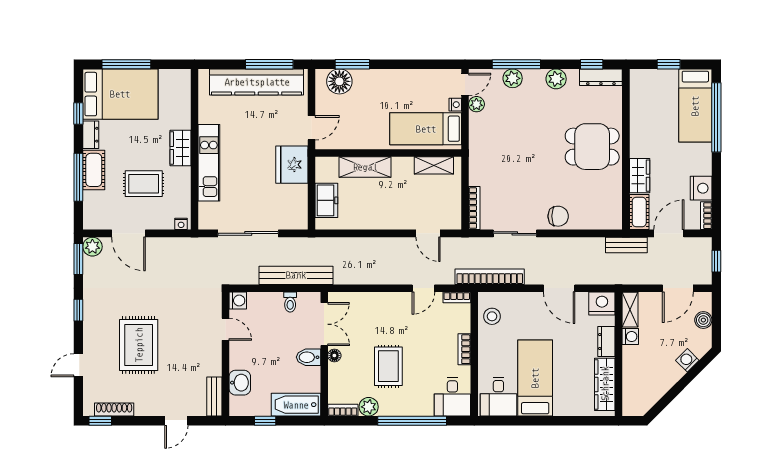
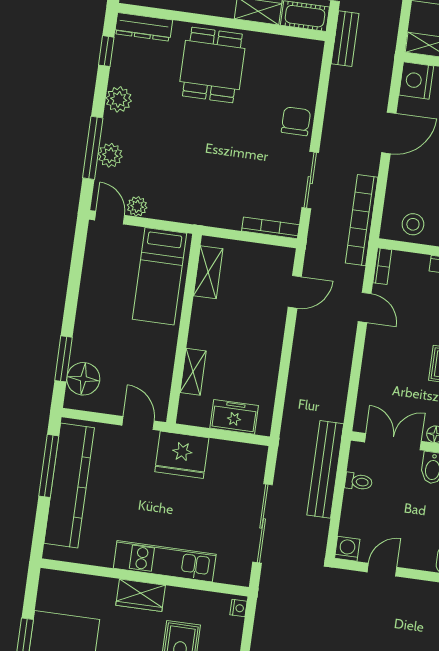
dresser: (601, 77) -> (144, 27), moved, turned 90
nightstand: (455, 105) -> (134, 234), removed
shelving: (365, 167) -> (193, 372), width x0.67, depth x0.75

